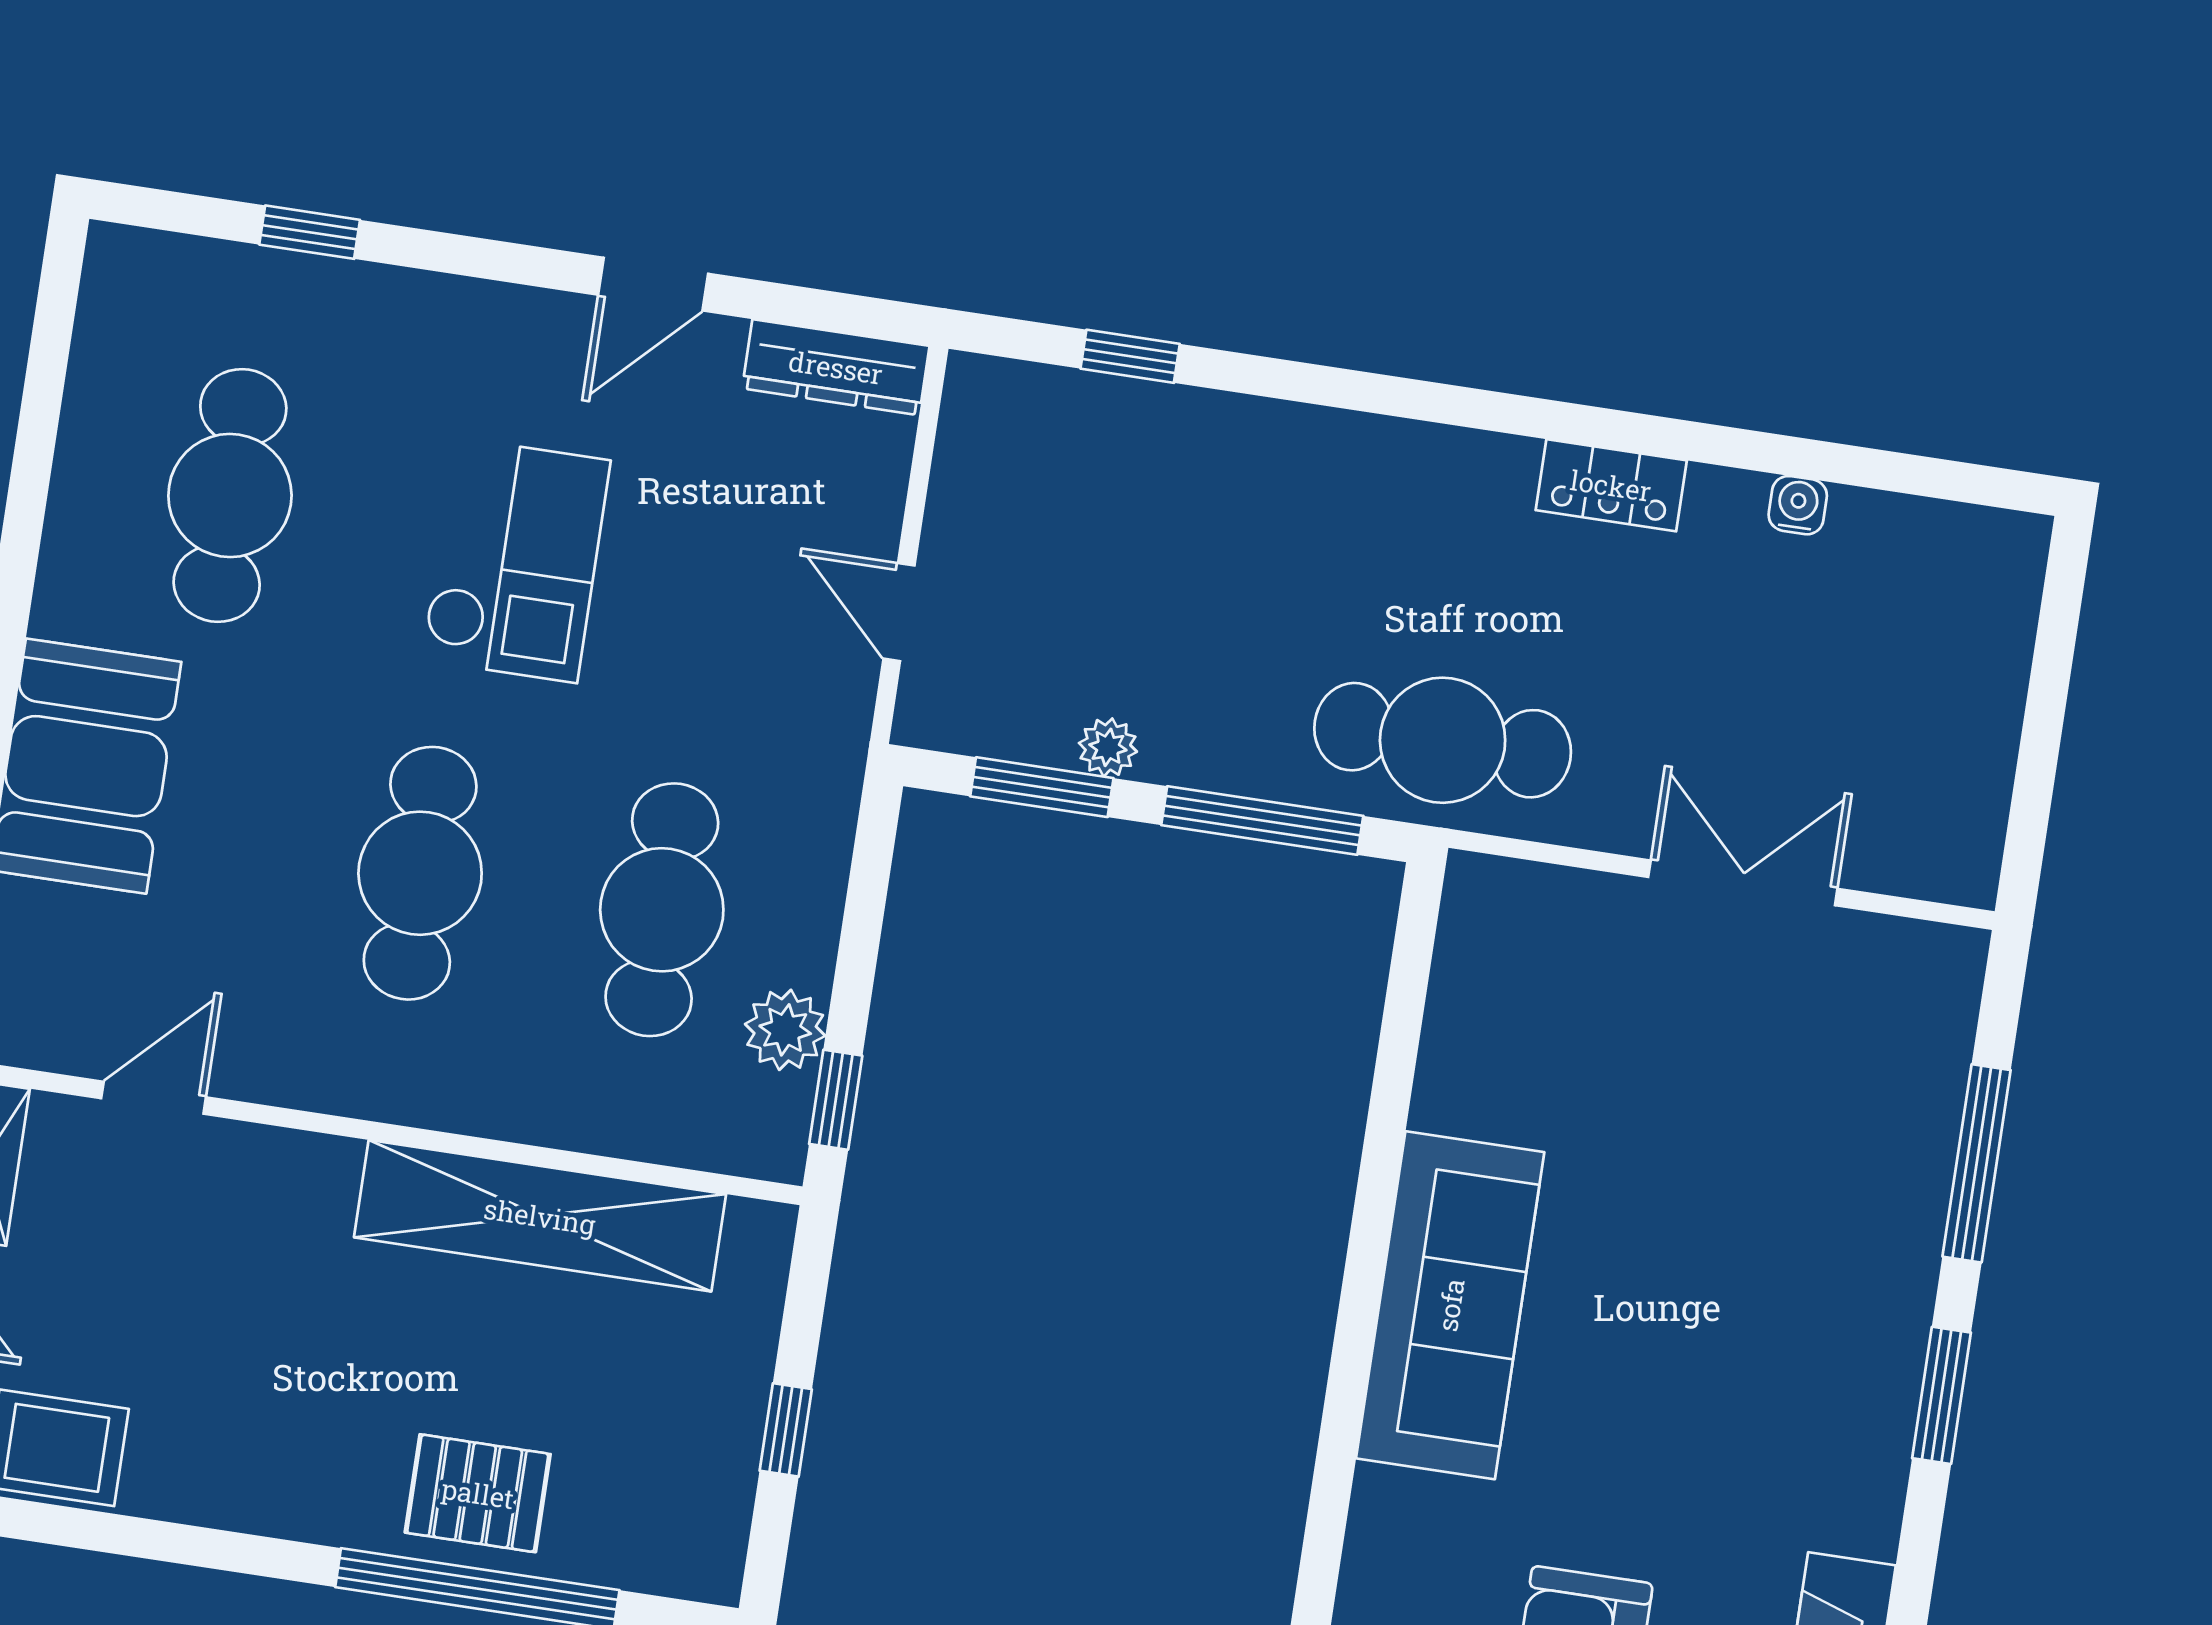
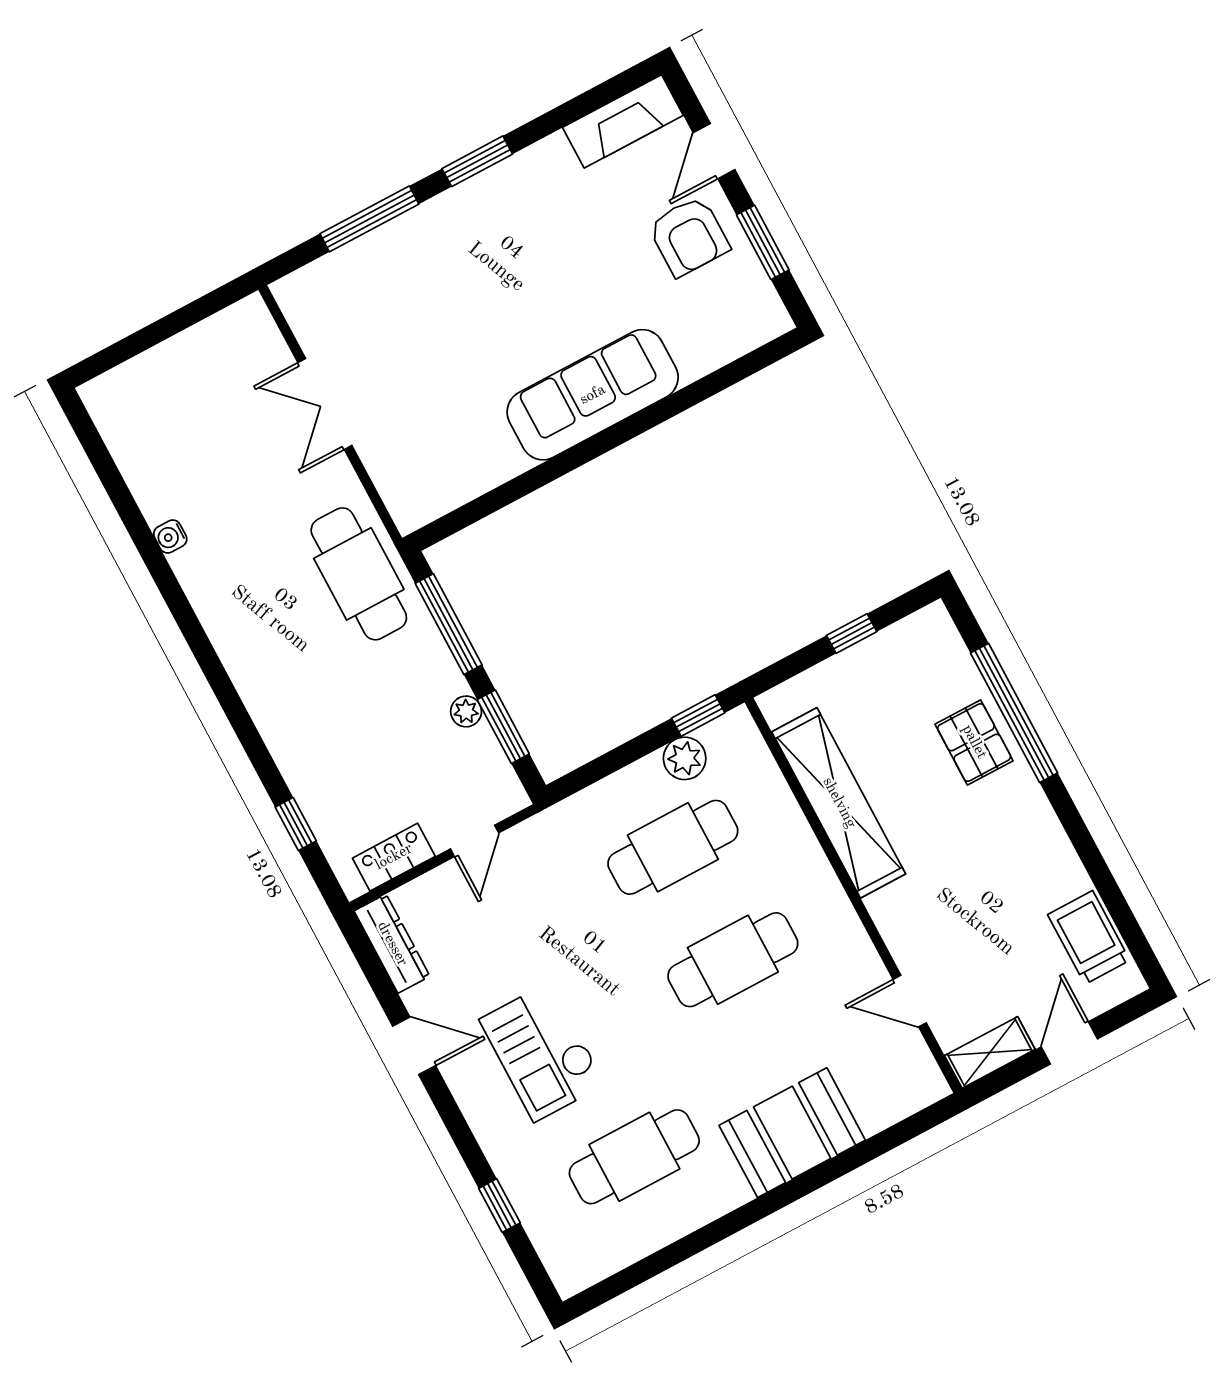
locker: (1611, 485) -> (394, 857), moved, turned -90
water cooler: (1798, 505) -> (170, 537), moved
checkout: (516, 560) -> (542, 1052), moved, turned -90

